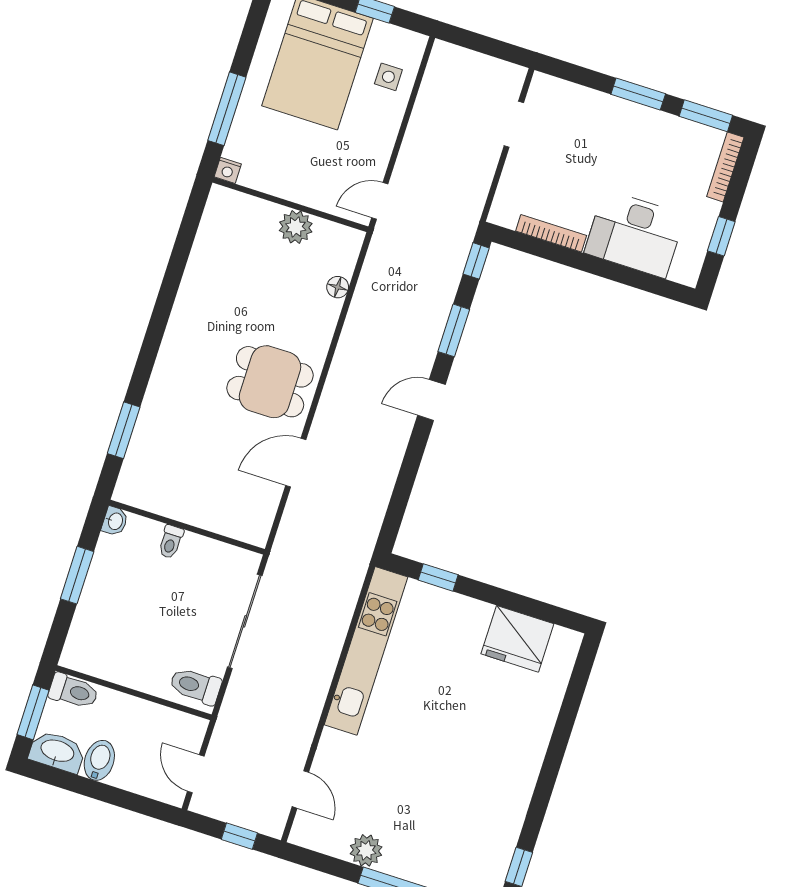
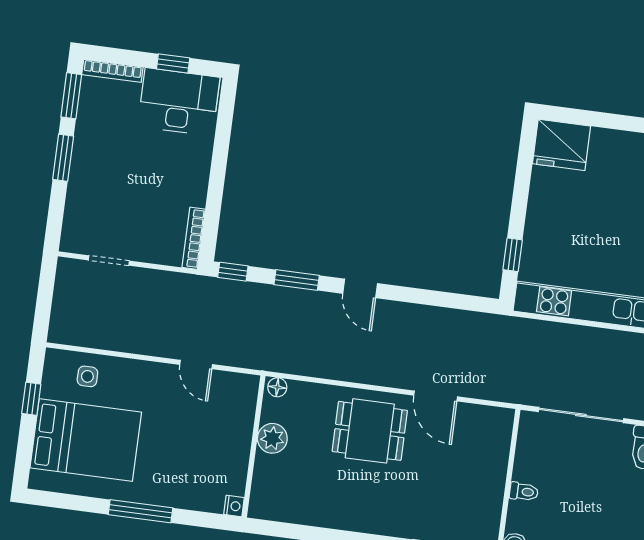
nightstand: (228, 170) -> (234, 506), moved
wall: (290, 204) -> (254, 446), moved
plant: (296, 227) -> (272, 438), moved
bookcase: (551, 233) -> (194, 238), moved
desk: (635, 234) -> (179, 102), moved, turned -90
dining table: (270, 382) -> (370, 431), turned 90
fridge: (517, 639) -> (562, 145), moved, turned 90

